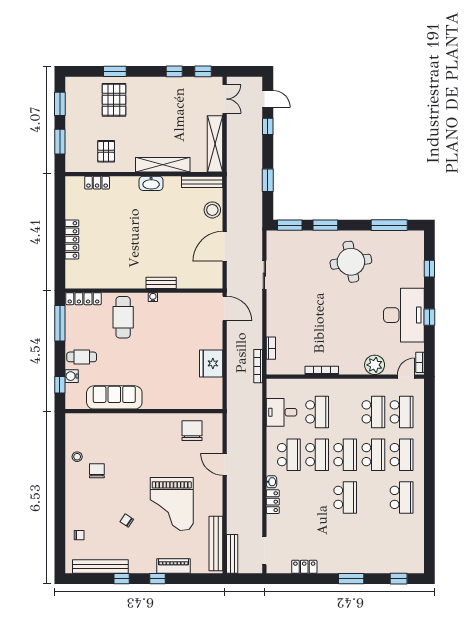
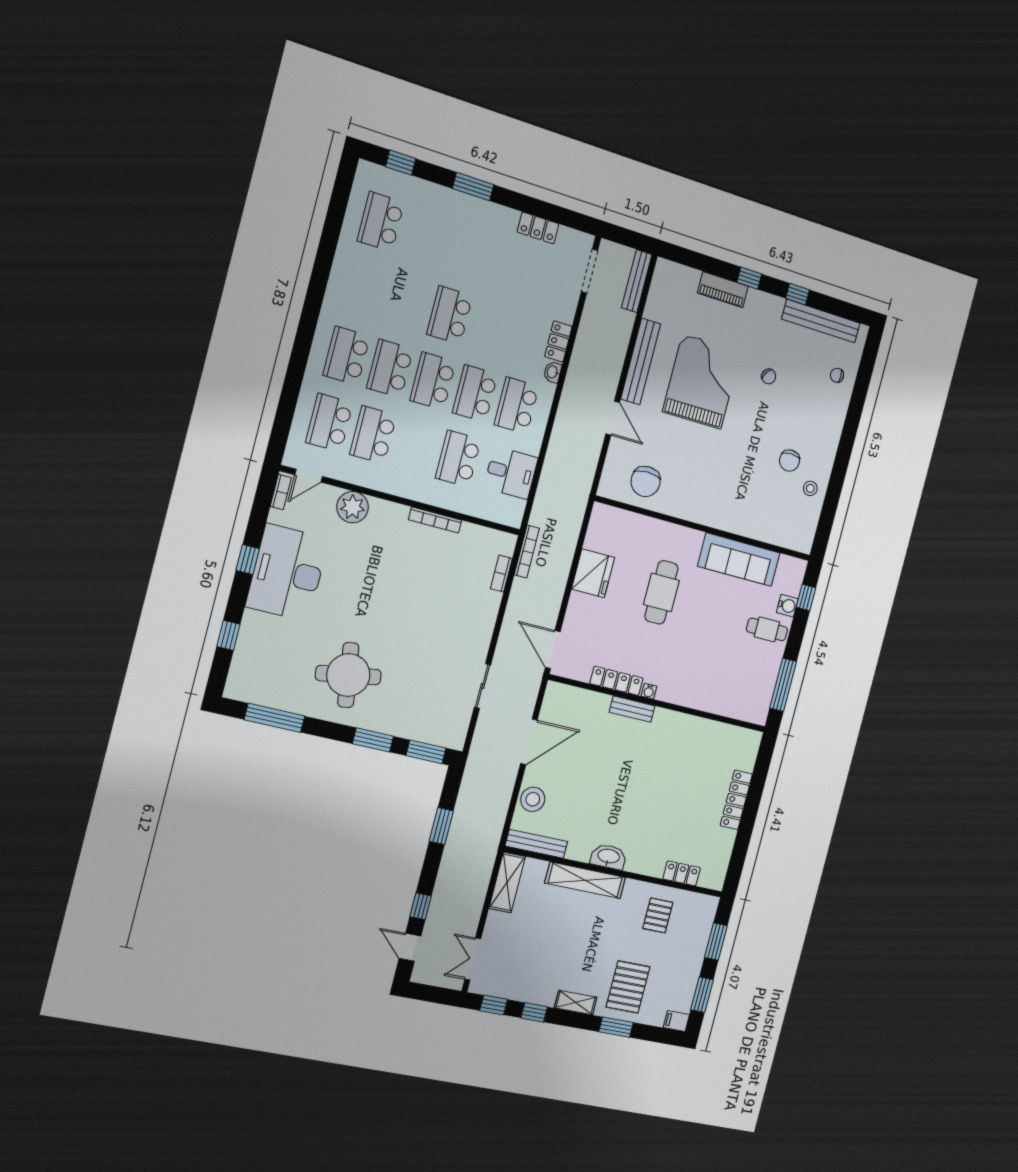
filing cabinet: (73, 83) -> (676, 1021), added
shelving: (148, 83) -> (576, 1002), added
shelving: (215, 144) -> (507, 882), width x0.68
locker: (83, 299) -> (616, 681), moved
cafe table: (123, 317) -> (661, 592), moved
school desk: (402, 497) -> (381, 222), moved
bench: (216, 543) -> (641, 362), moved

